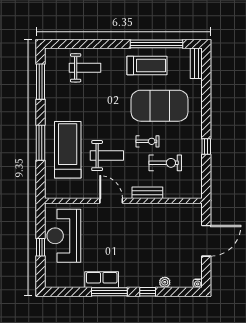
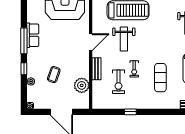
exercise mat: (160, 106) -> (160, 78), width x0.50, depth x0.69
plant: (170, 213) -> (82, 85), added
coffee table: (155, 251) -> (54, 75), added

